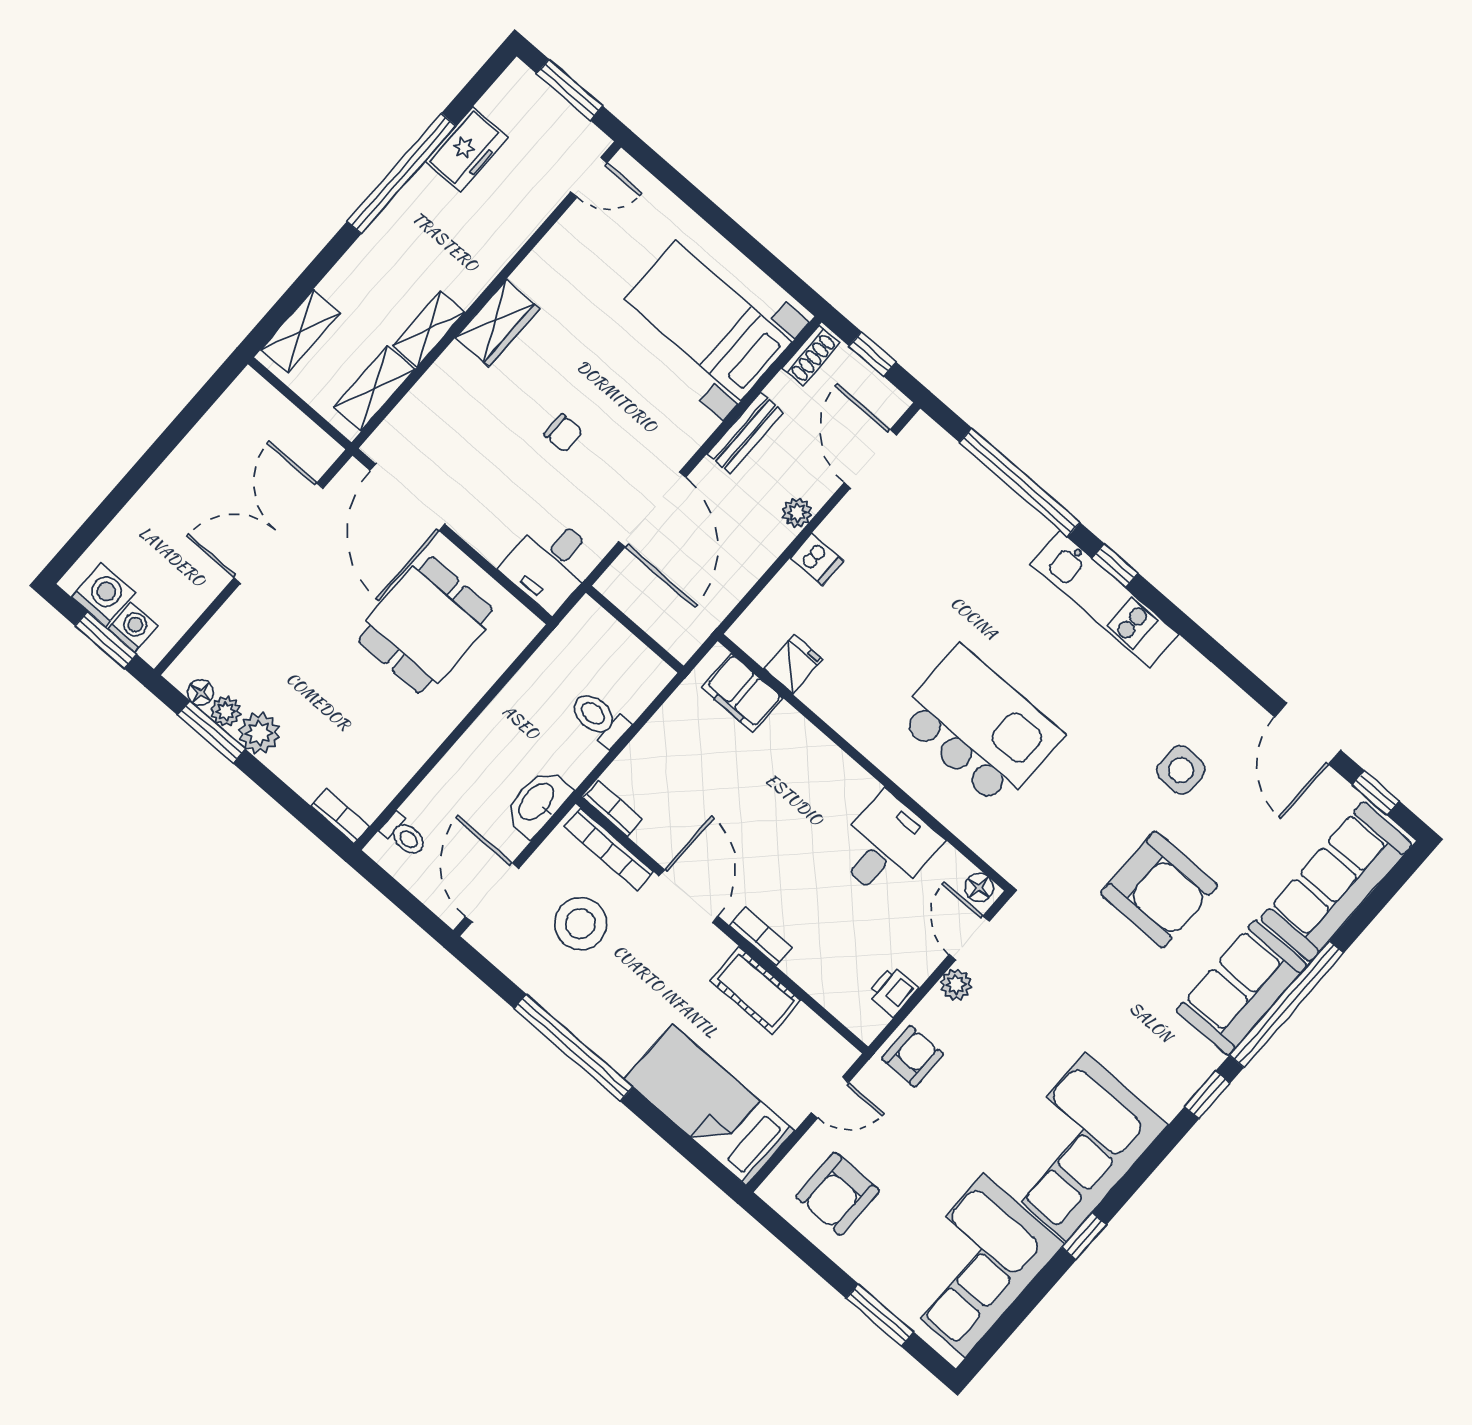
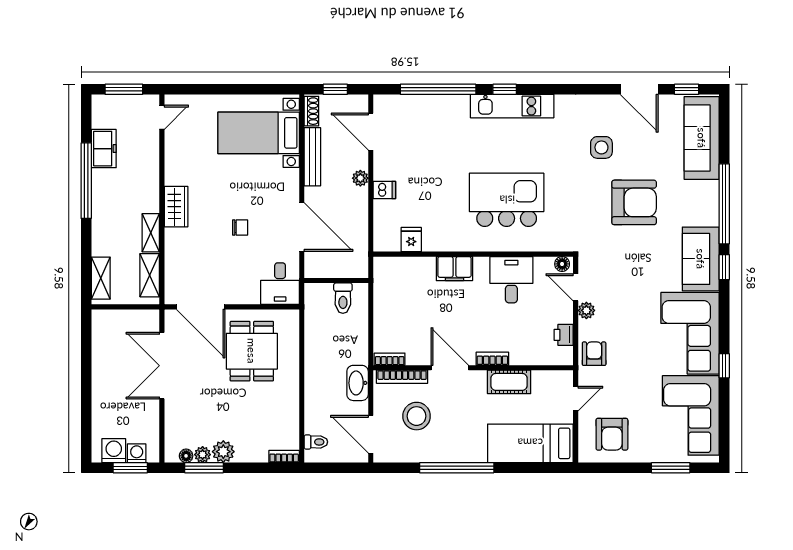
bench: (746, 433) -> (312, 157), width x1.36
filing cabinet: (742, 693) -> (454, 269), moved
toilet: (599, 719) -> (343, 298), moved, turned -90
sofa: (1242, 988) -> (701, 259), moved

